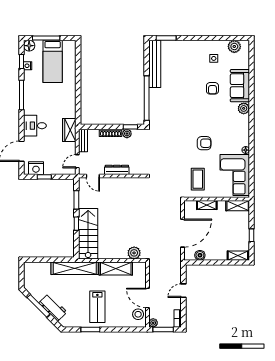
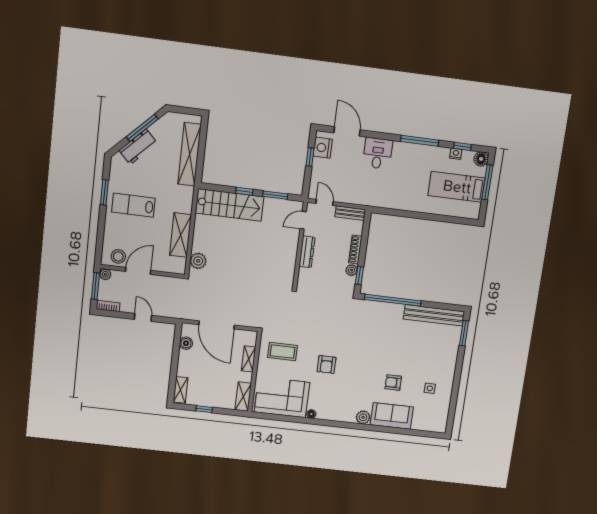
plant: (234, 46) -> (441, 415), removed
wardrobe: (69, 130) -> (366, 197), removed
shelving: (75, 268) -> (190, 154), moved

